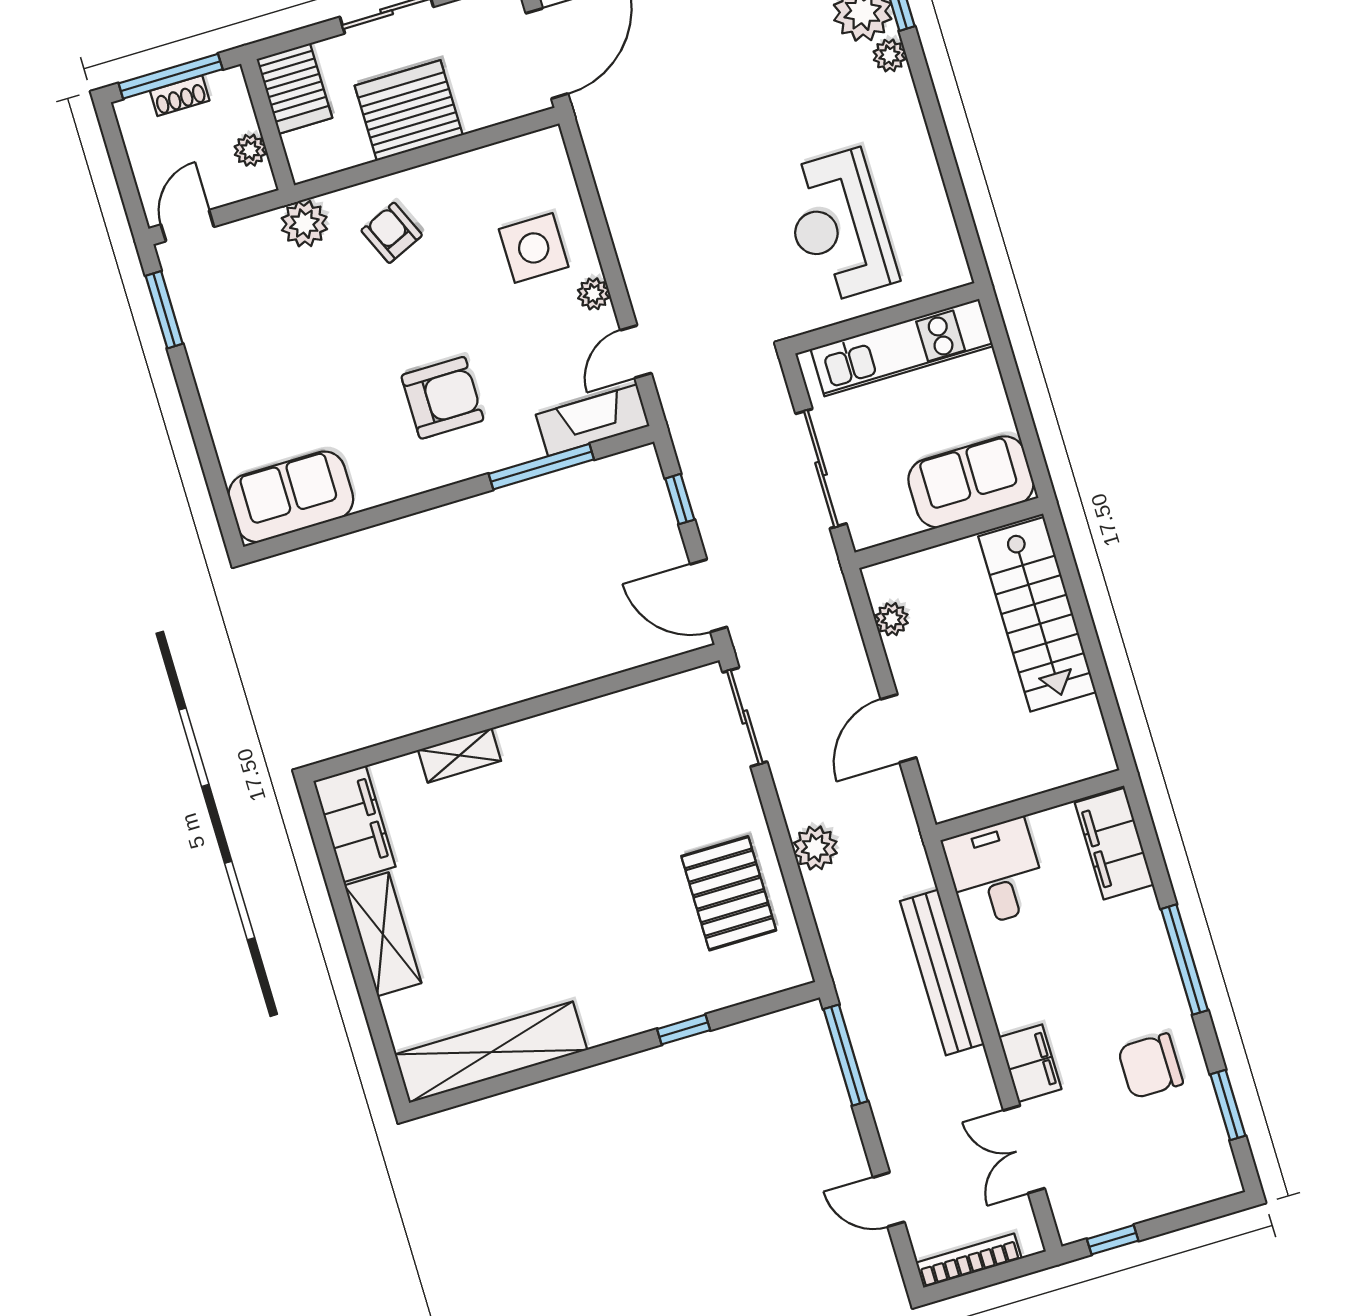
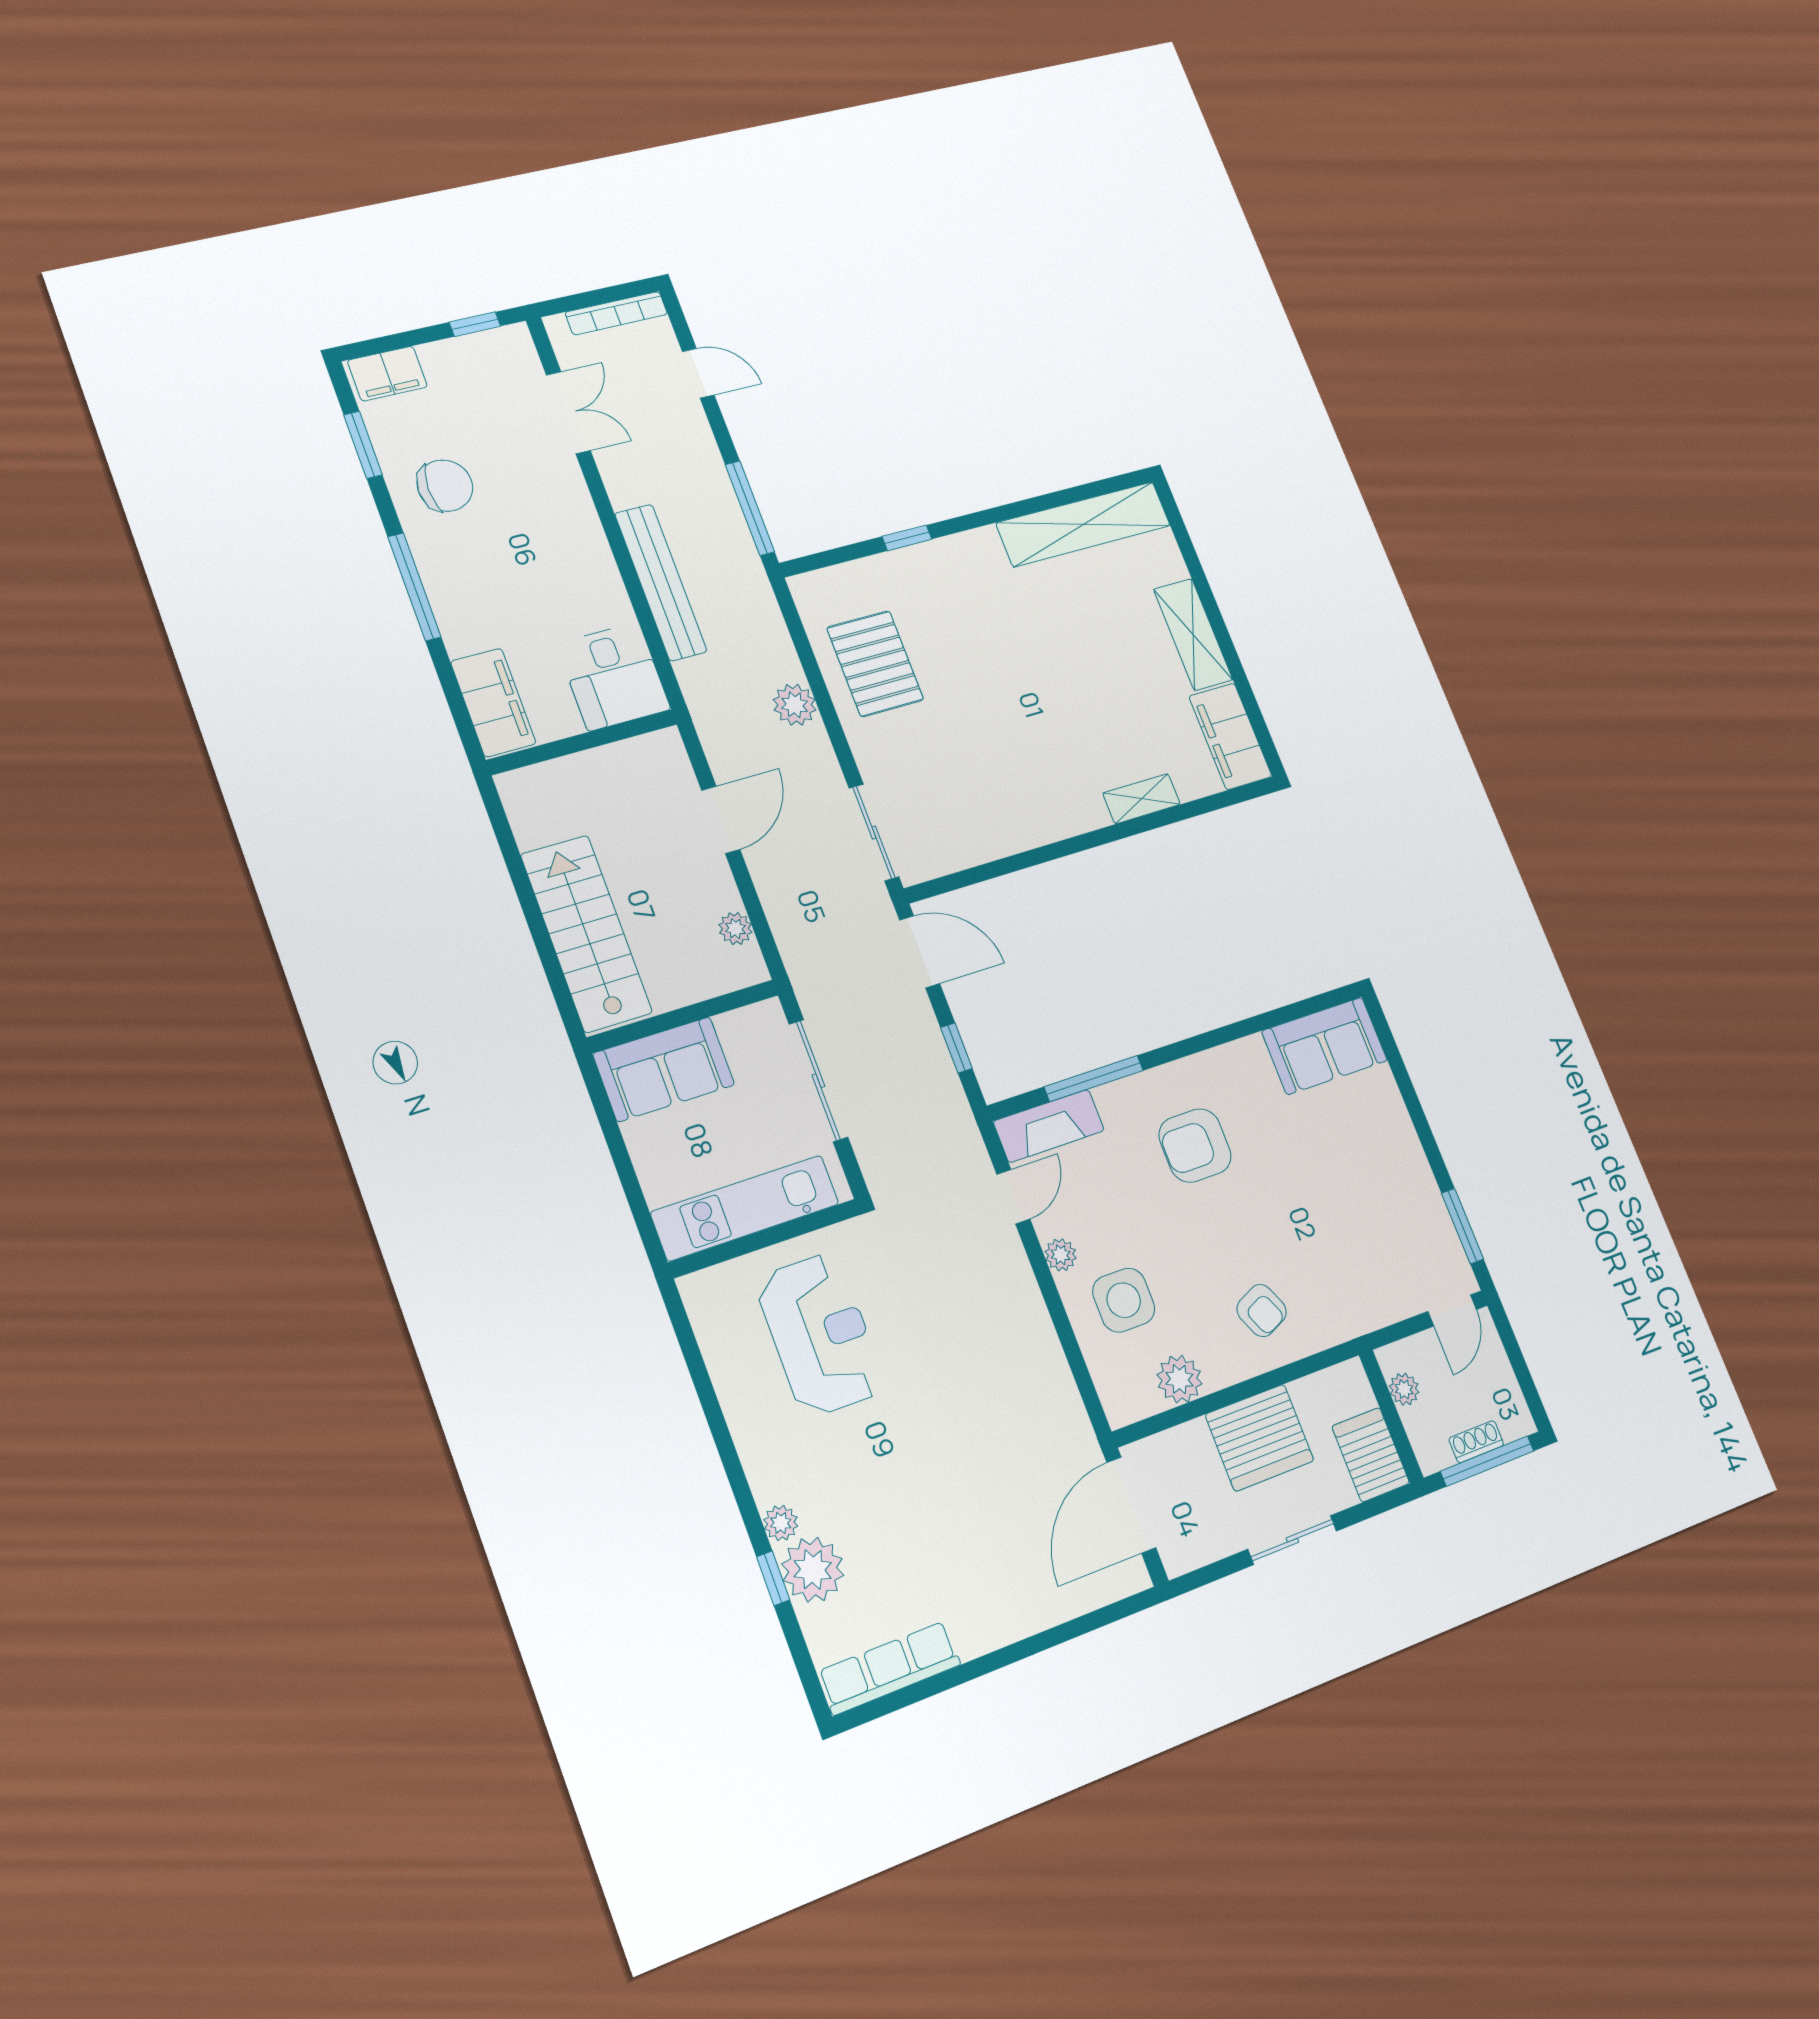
plant: (304, 224) -> (1179, 1379), moved
filing cabinet: (1030, 1063) -> (387, 374), moved, turned -90

